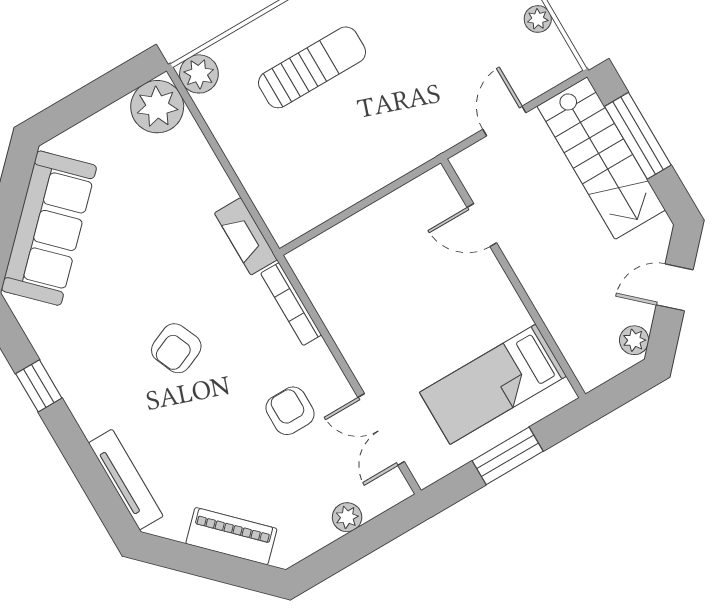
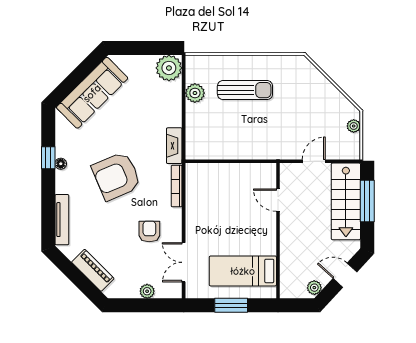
plant: (199, 74) -> (195, 93), moved
armchair: (176, 348) -> (116, 176), width x1.88, depth x1.88
floor lamp: (67, 384) -> (61, 164), added

